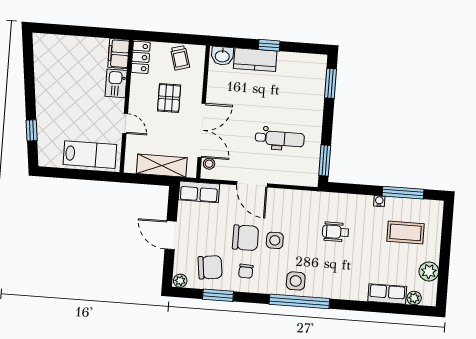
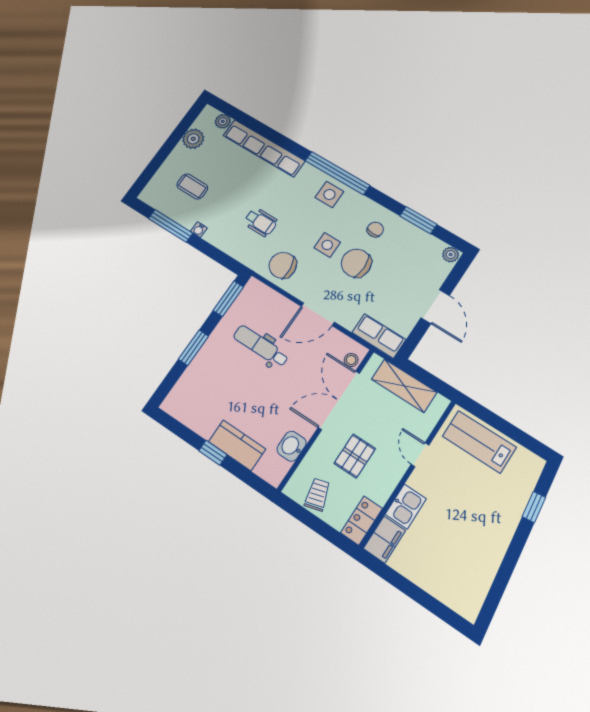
washbasin: (222, 56) -> (292, 446), moved, turned -90
window: (330, 83) -> (194, 348), moved
door: (252, 184) -> (318, 314), swing flipped
coffee table: (406, 232) -> (192, 186), width x0.73, depth x0.77
chair: (210, 267) -> (283, 265), moved
row of seats: (387, 294) -> (264, 148), width x2.02

